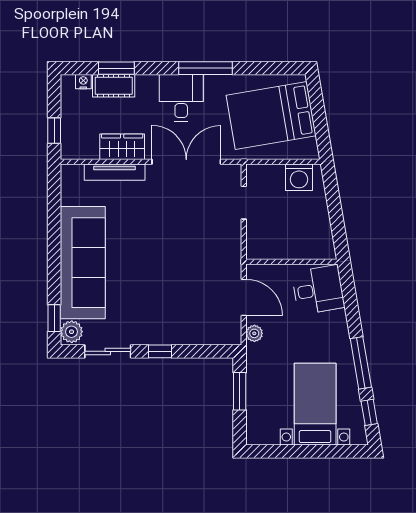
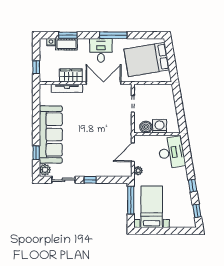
washing machine: (299, 177) -> (160, 126), moved, turned 180
boiler: (269, 248) -> (146, 127), added
desk: (318, 290) -> (171, 152), width x1.37
door: (244, 297) -> (133, 152), swing flipped
window: (54, 318) -> (36, 153), moved
window: (361, 363) -> (193, 186), width x0.46
window: (240, 391) -> (131, 200), width x1.44
bed with nightstands: (315, 404) -> (152, 207), moved

